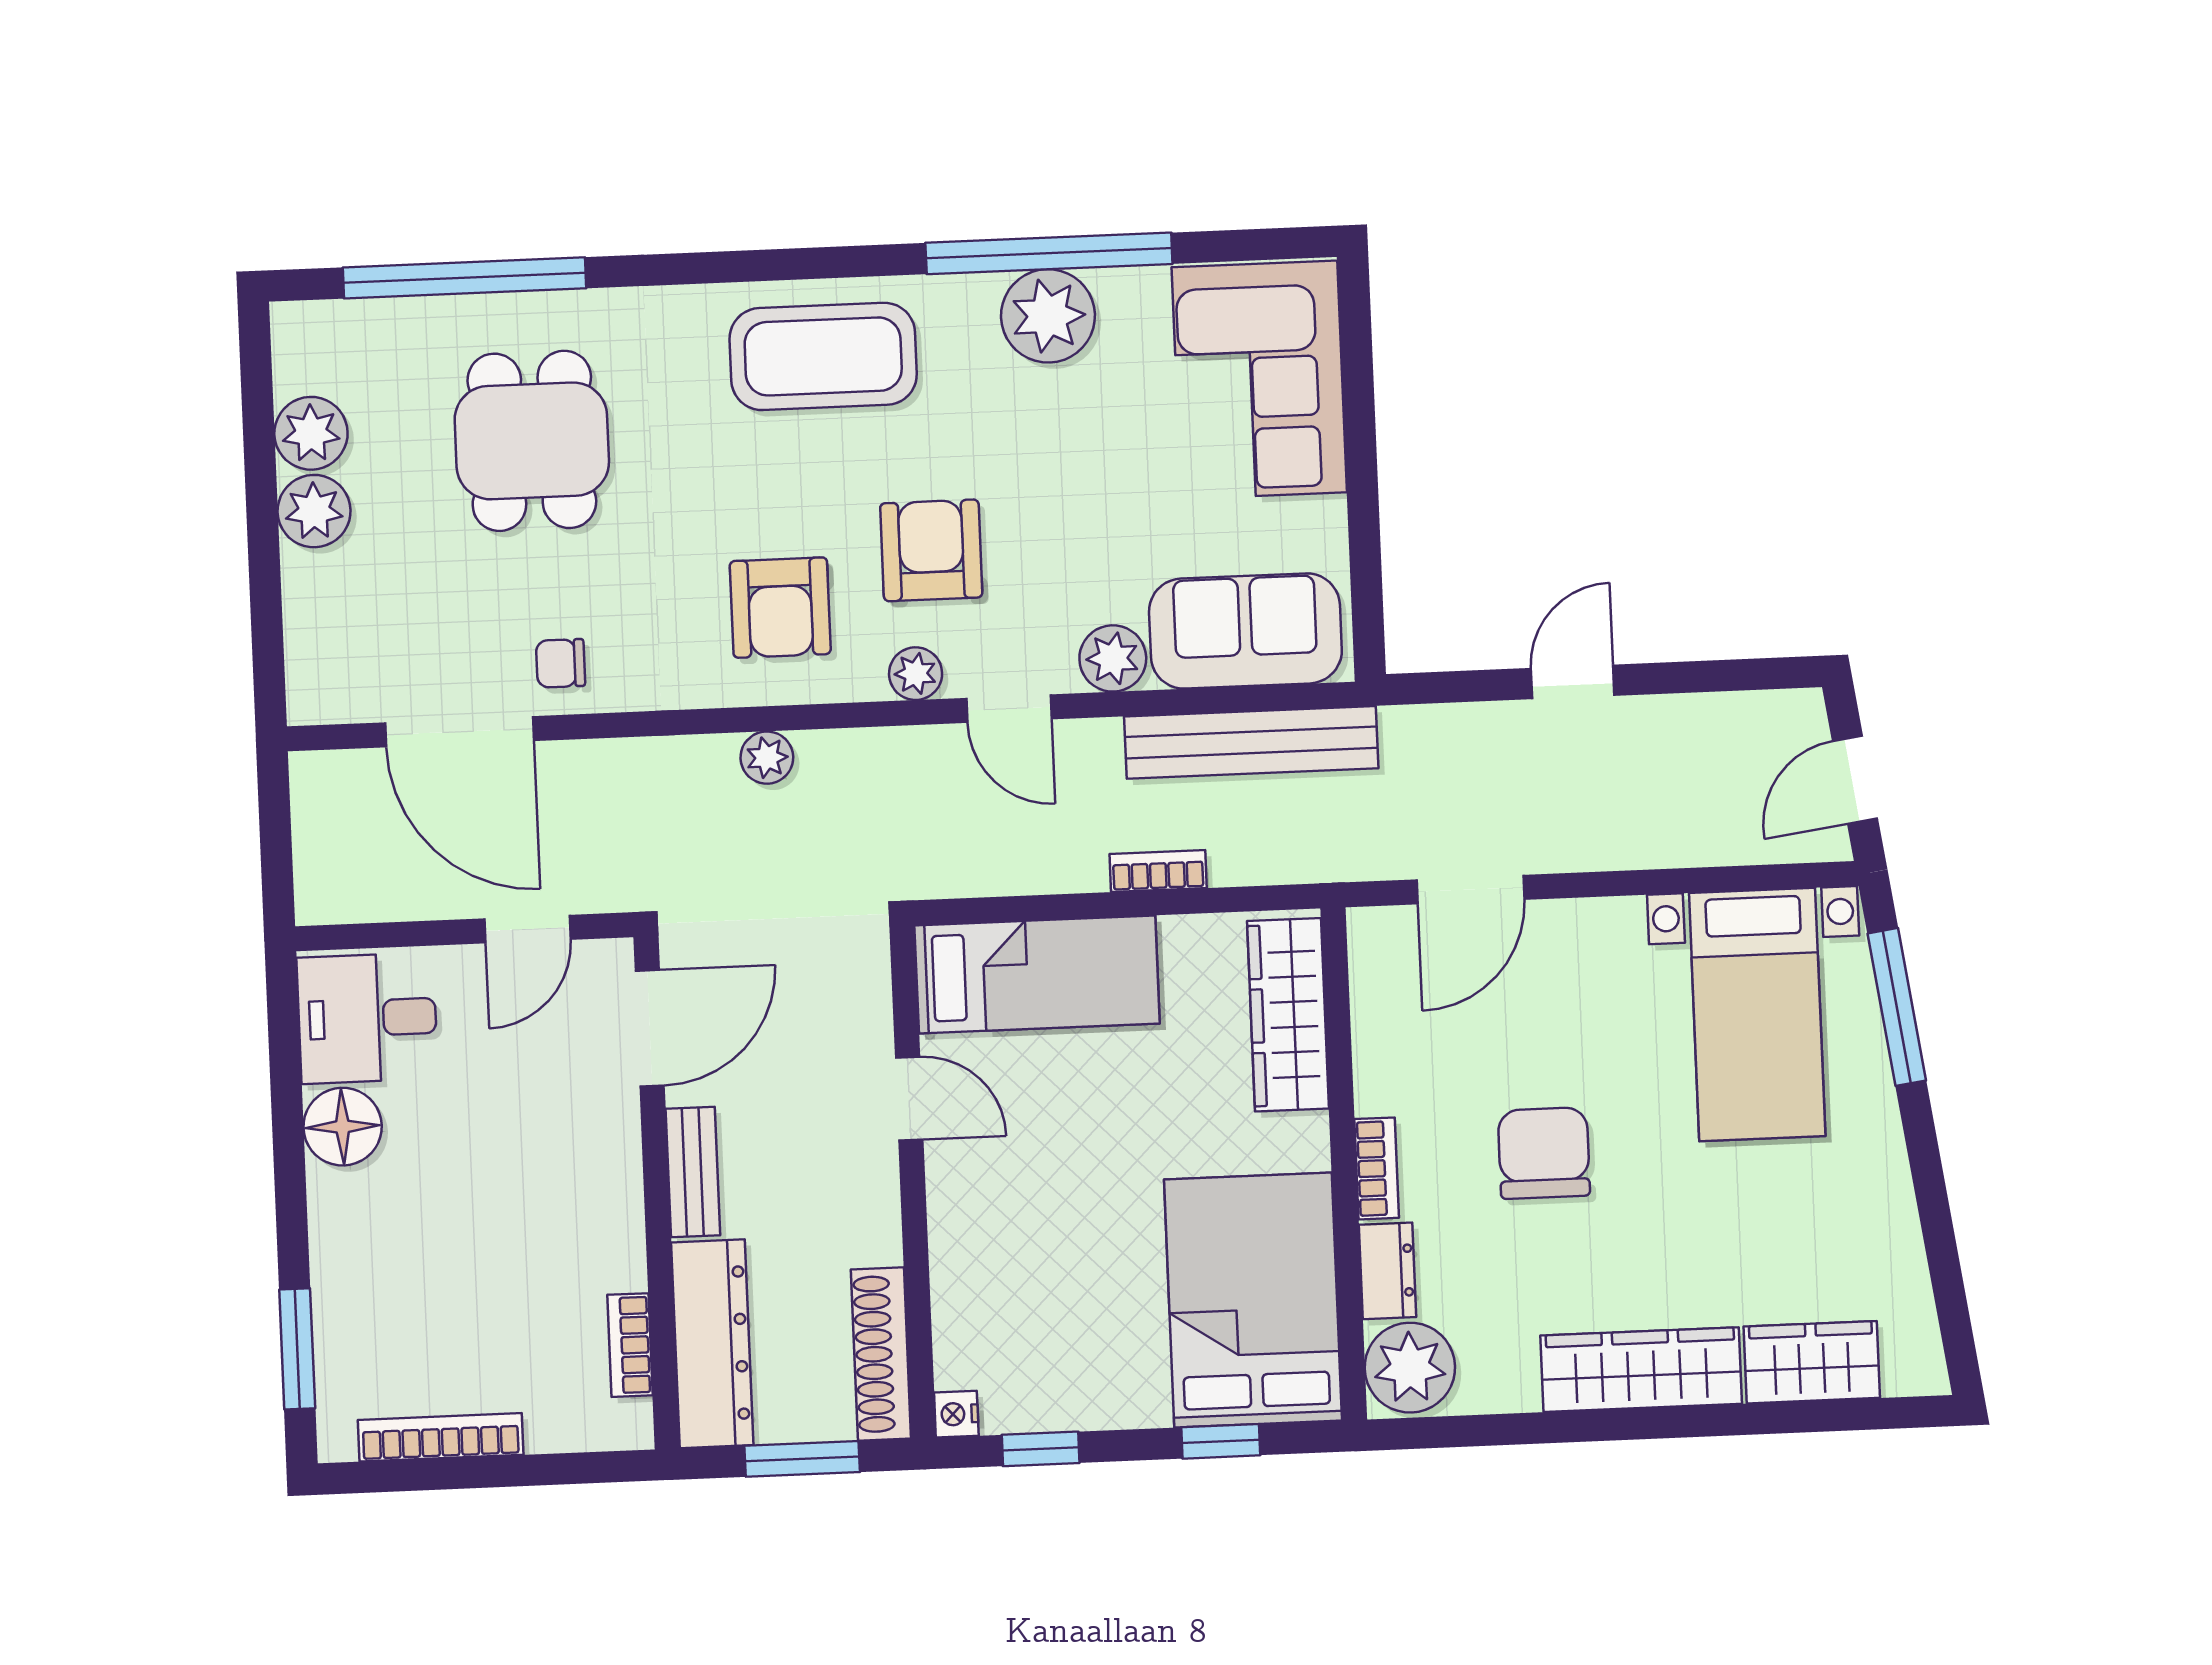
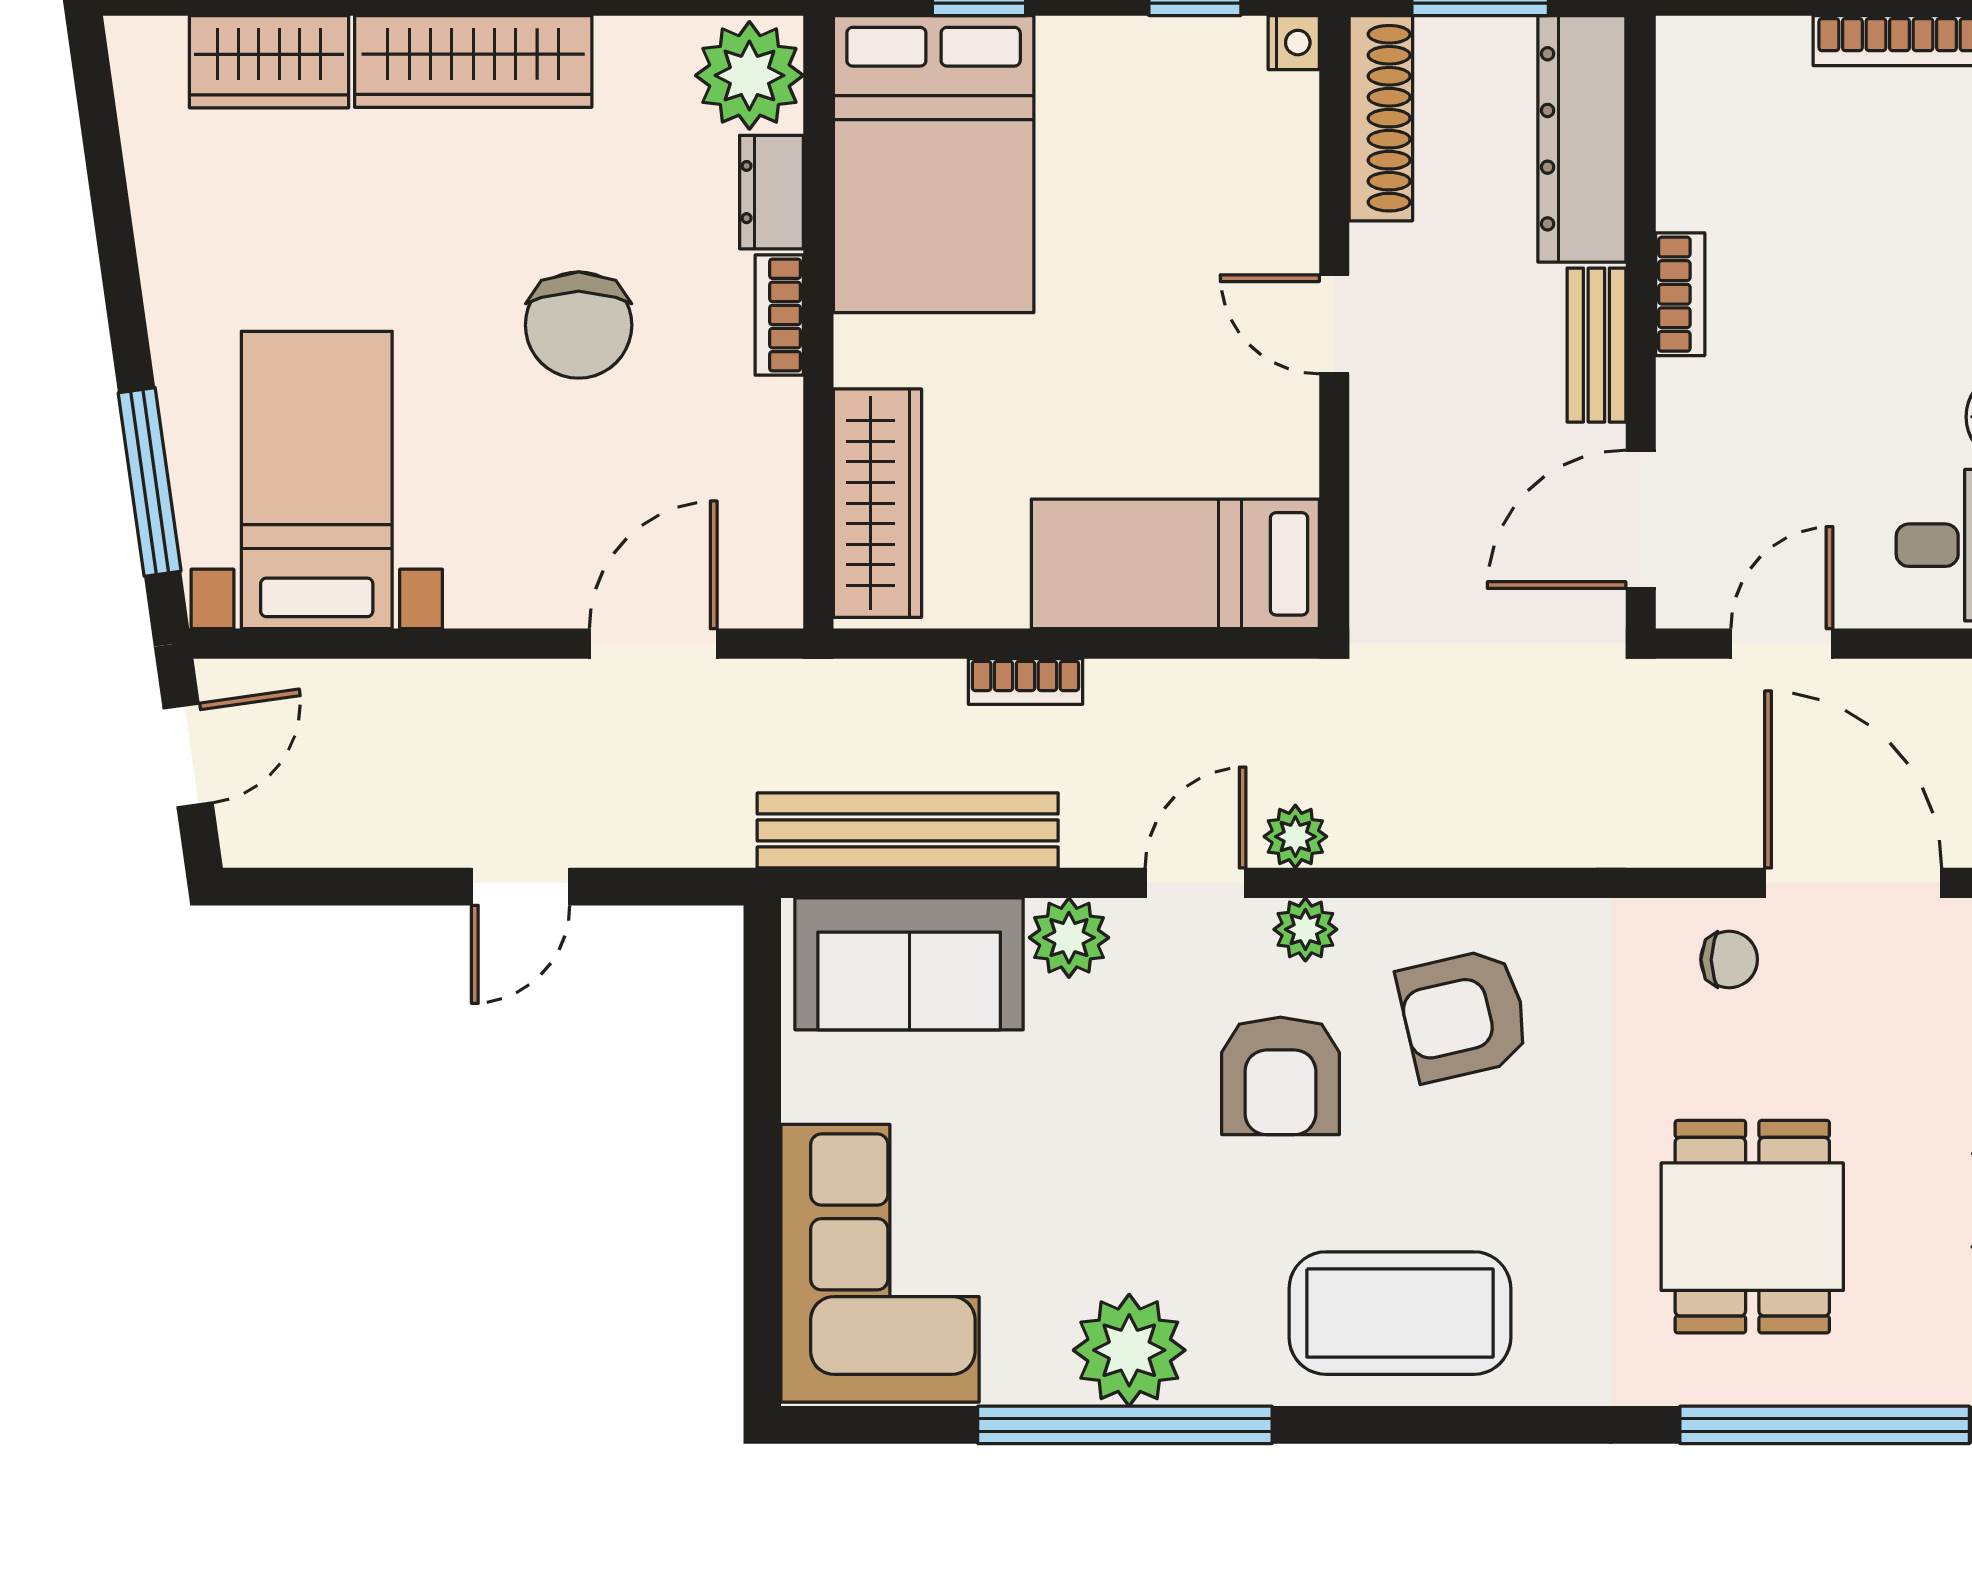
armchair: (780, 608) -> (1464, 1015), turned -103
door: (1009, 709) -> (1196, 883), hinge flipped
plant: (767, 758) -> (1295, 837), moved
door: (909, 1099) -> (1334, 324), moved
bookcase: (630, 1345) -> (1680, 294), moved

